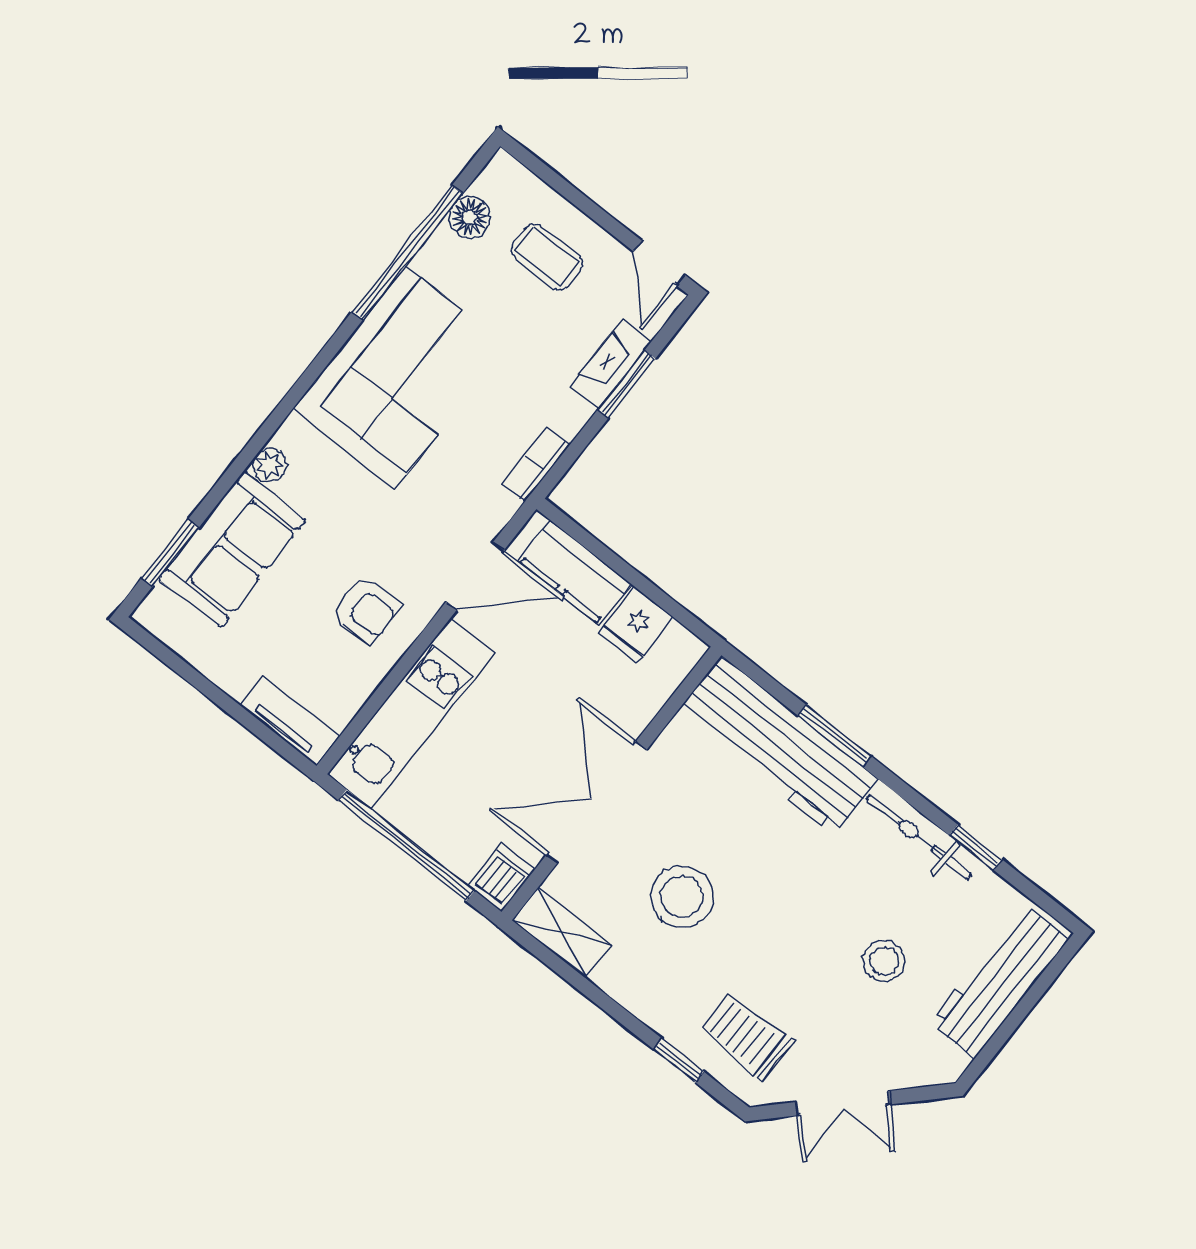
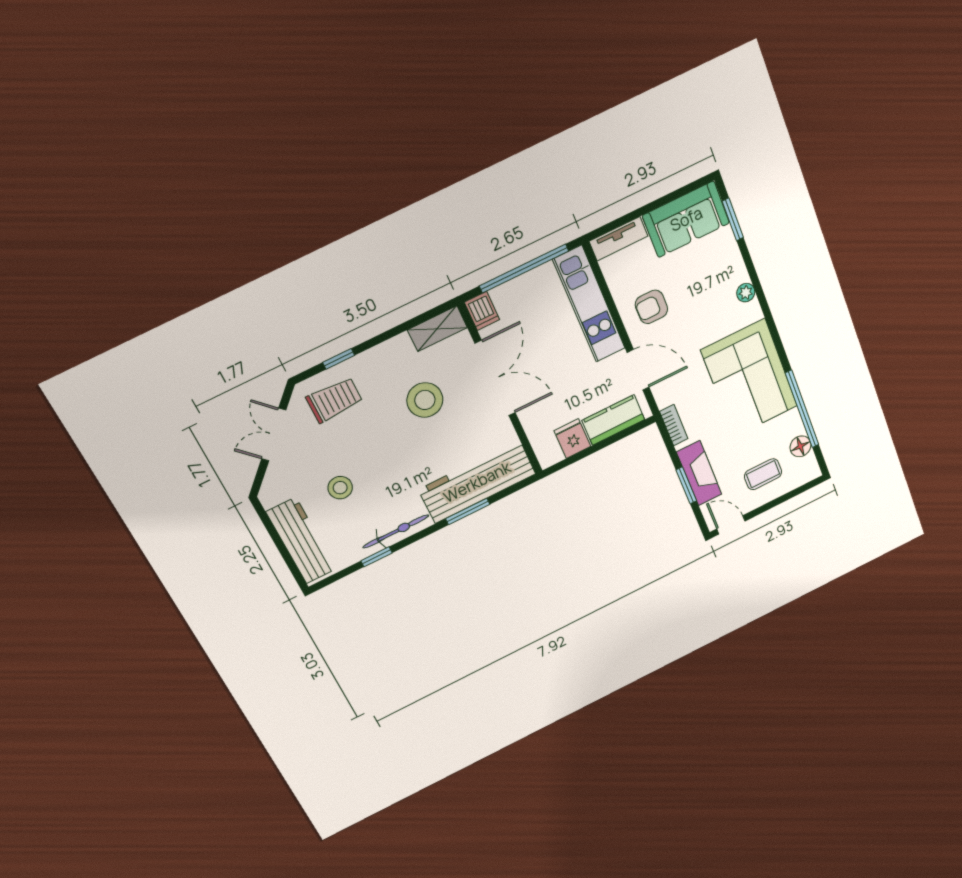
fireplace: (610, 364) -> (699, 473), width x1.37, depth x1.32
sofa: (232, 549) -> (686, 219), moved, turned -90
door: (475, 576) -> (638, 370), swing flipped

